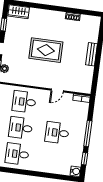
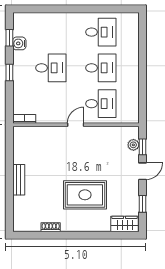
rug: (46, 50) -> (85, 195), moved
door: (57, 90) -> (76, 125), moved
window: (88, 133) -> (9, 72), width x0.46
water cooler: (75, 171) -> (19, 43), moved

